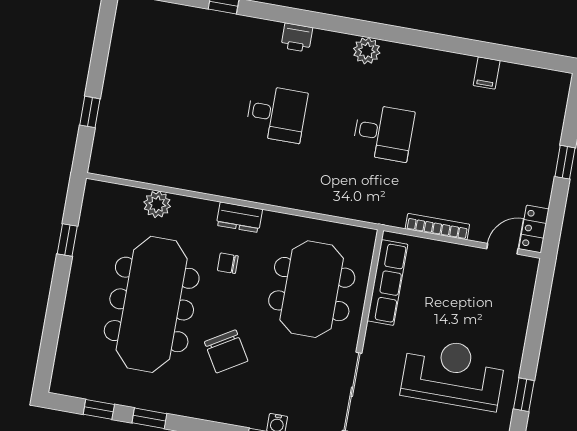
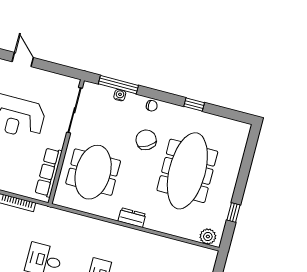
plant: (157, 204) -> (208, 237), moved
chair: (228, 263) -> (152, 106), moved
window: (99, 409) -> (223, 112), removed

